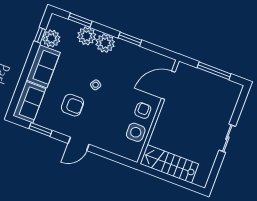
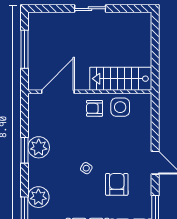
plant: (105, 43) -> (39, 147), moved
door: (168, 85) -> (58, 92), swing flipped
stairs: (169, 164) -> (121, 79), moved, turned 90

